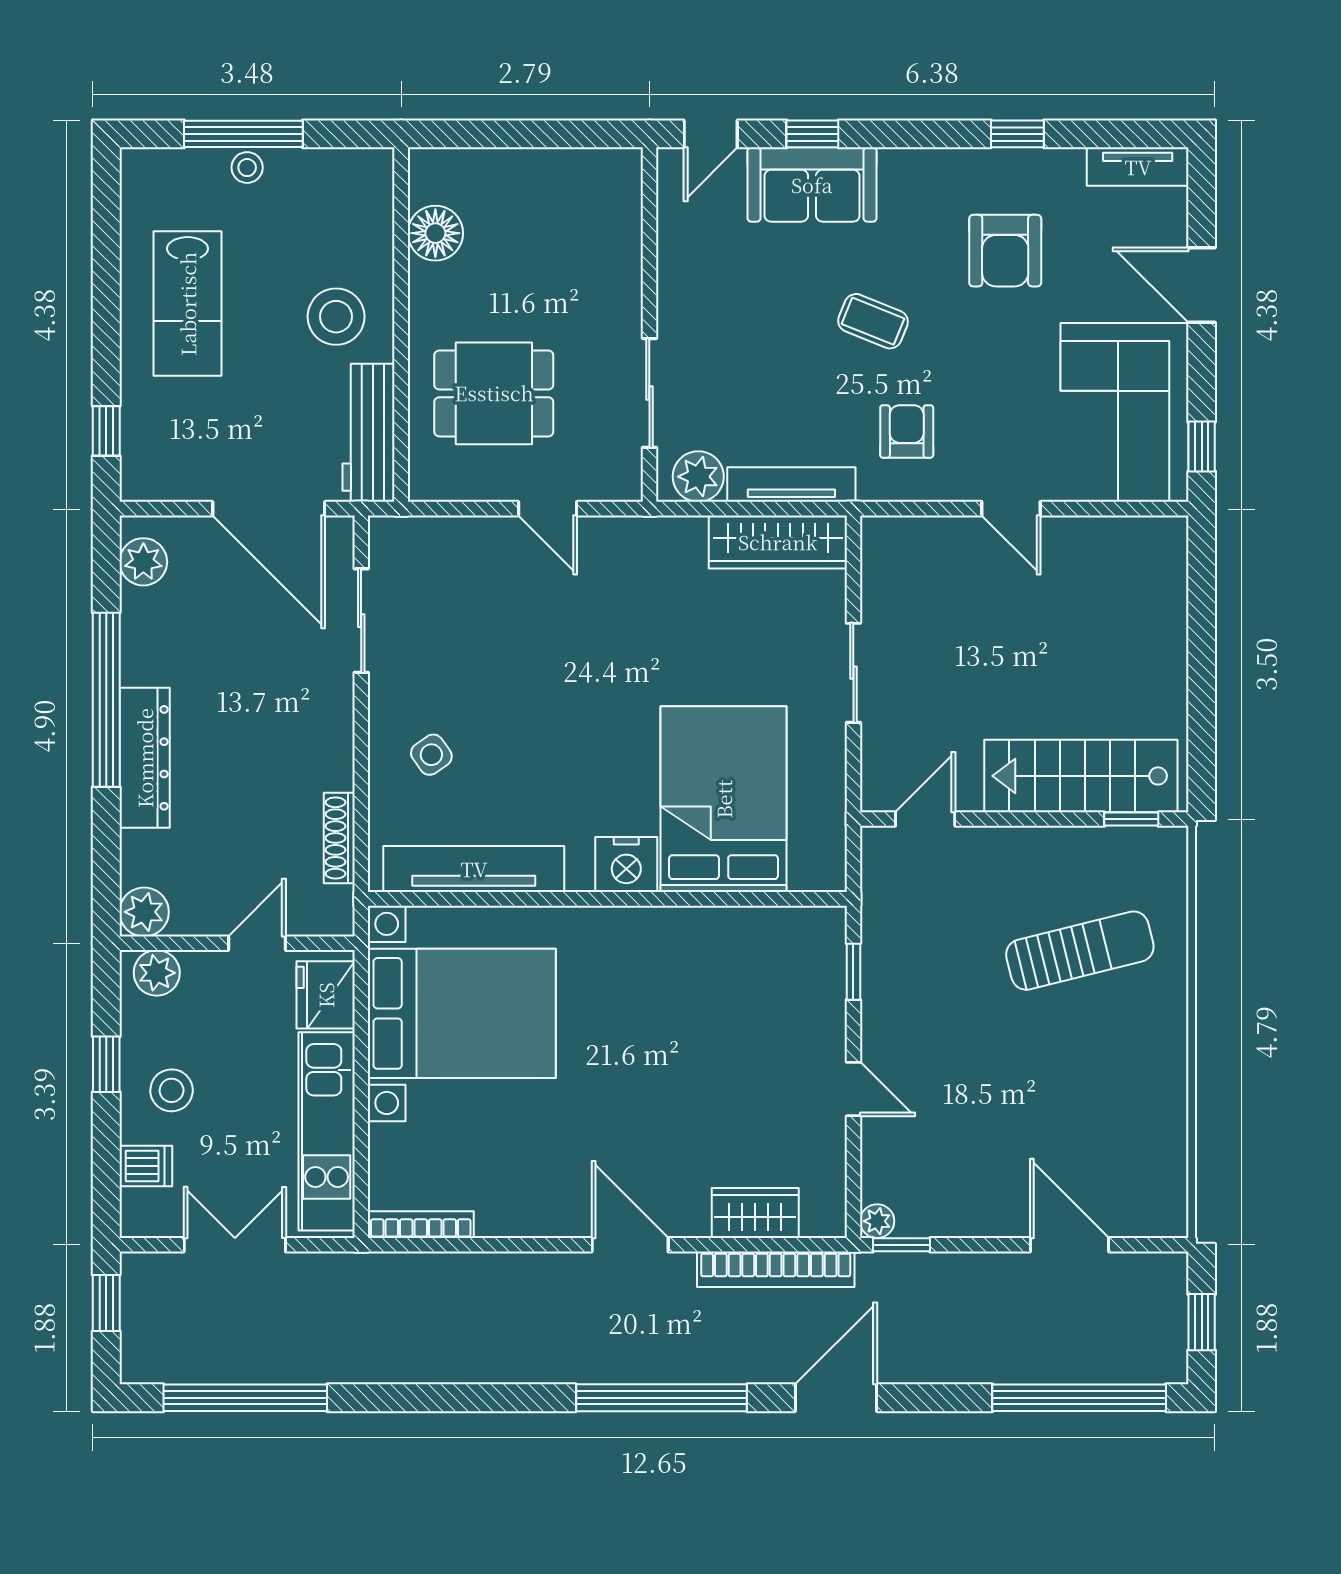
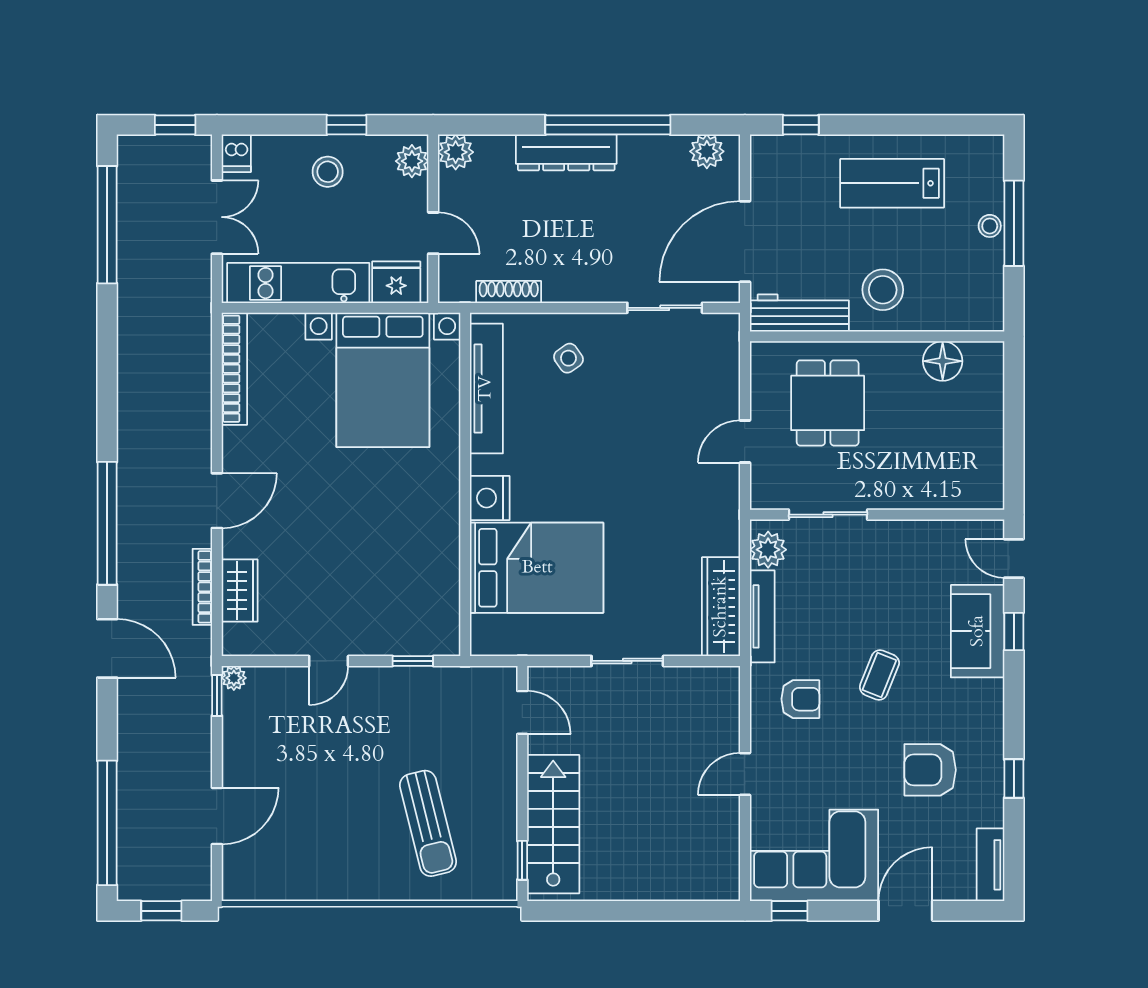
dishwasher: (146, 1166) -> (236, 153), moved
bookcase: (421, 1225) -> (234, 369), width x1.48, depth x1.31
bookcase: (776, 1269) -> (202, 587), width x0.68, depth x0.76

